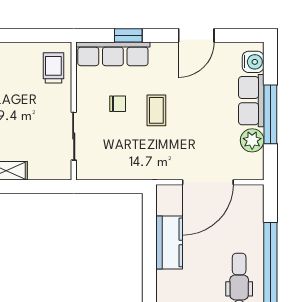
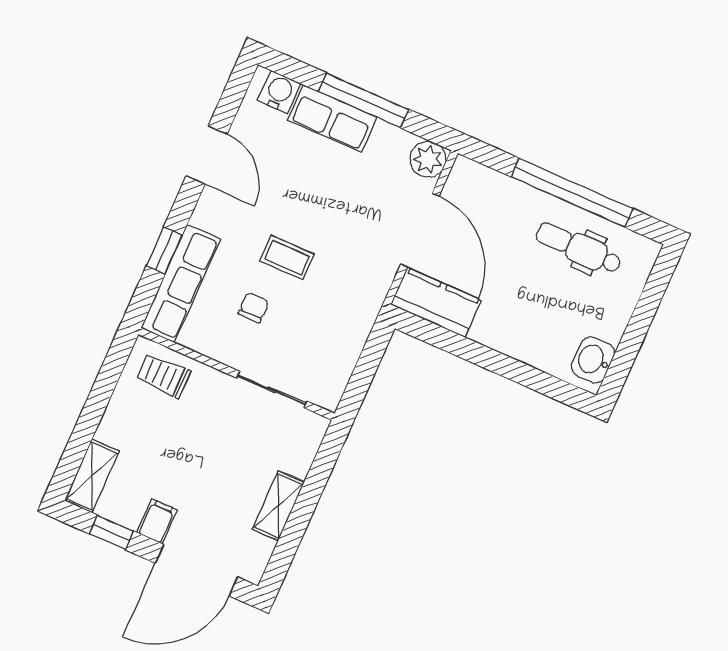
plant: (252, 140) -> (428, 159), moved
kitchen counter: (169, 242) -> (436, 302), moved

